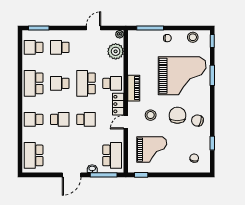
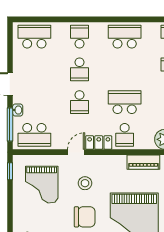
school desk: (60, 83) -> (125, 69), removed
piano: (134, 88) -> (143, 162), moved
door: (126, 122) -> (76, 152), hinge flipped

